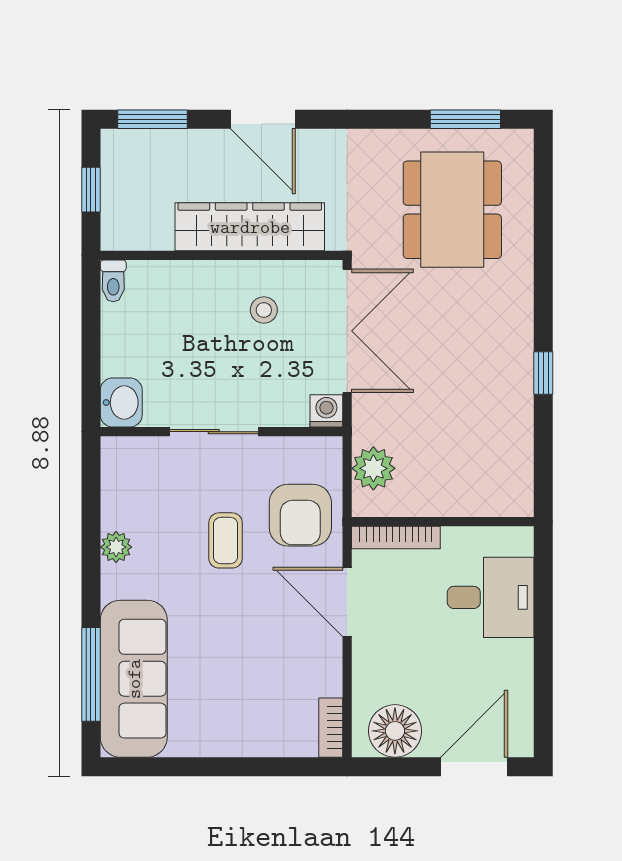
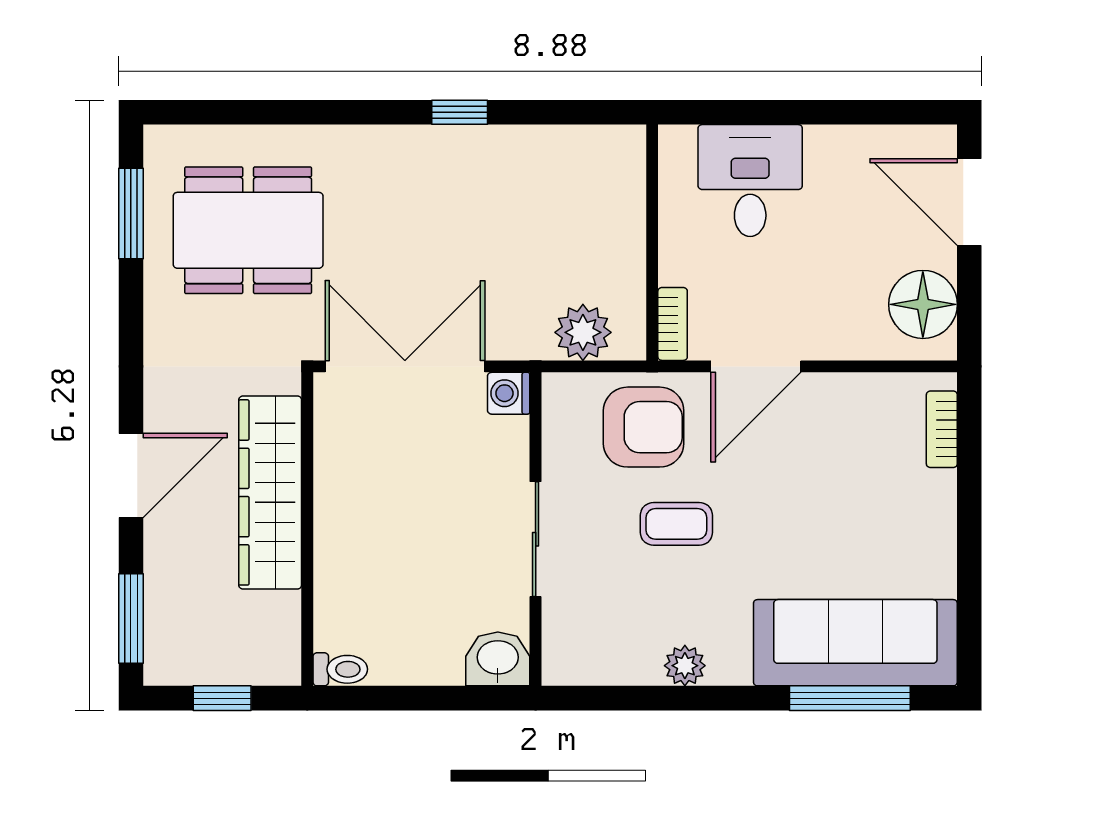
stool: (264, 310) -> (378, 474), removed
bookcase: (396, 538) -> (673, 324), width x0.64
bookcase: (331, 728) -> (942, 429), moved, turned 90

